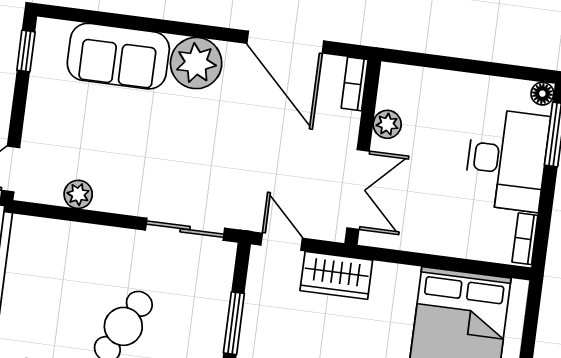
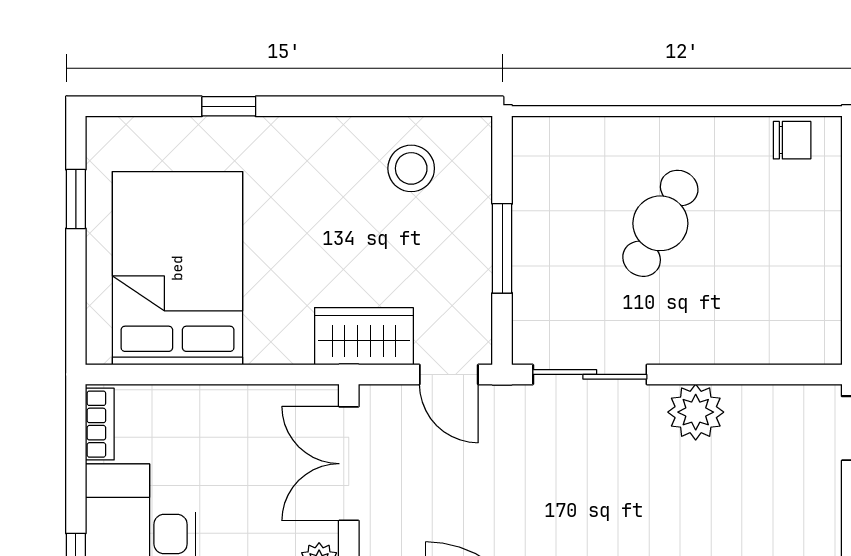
plant: (78, 194) -> (696, 412), moved, width x1.38, depth x1.38

